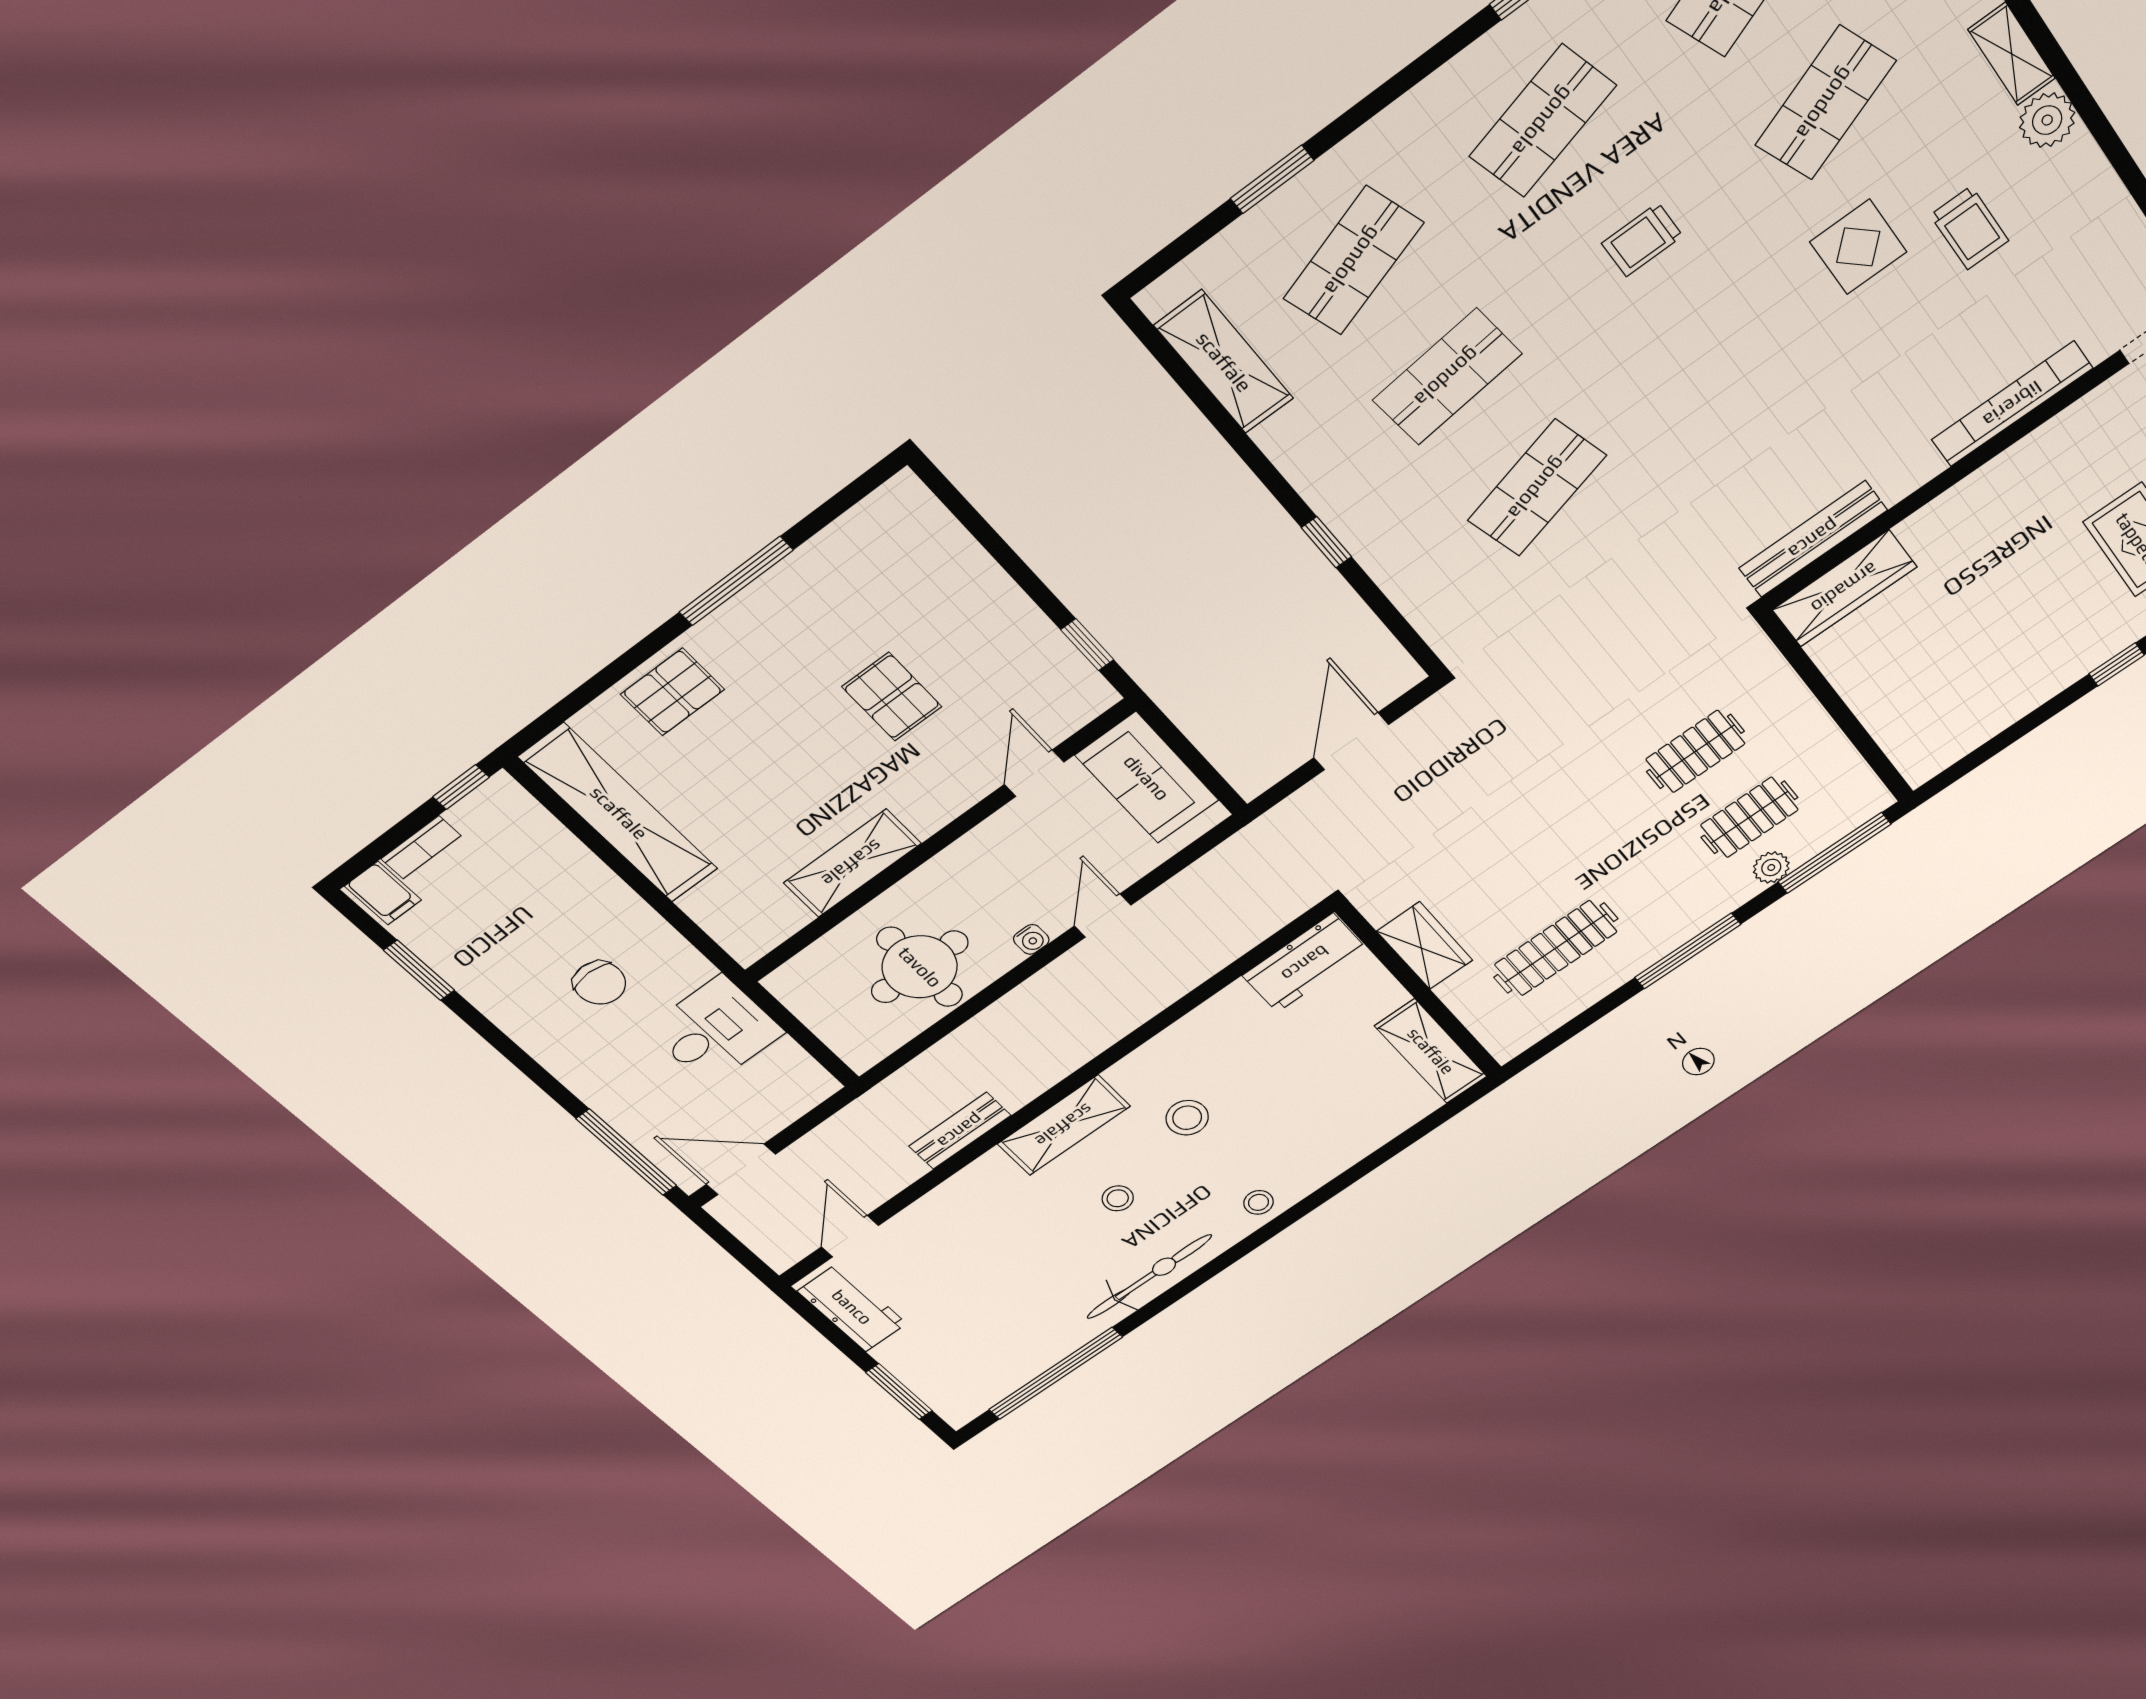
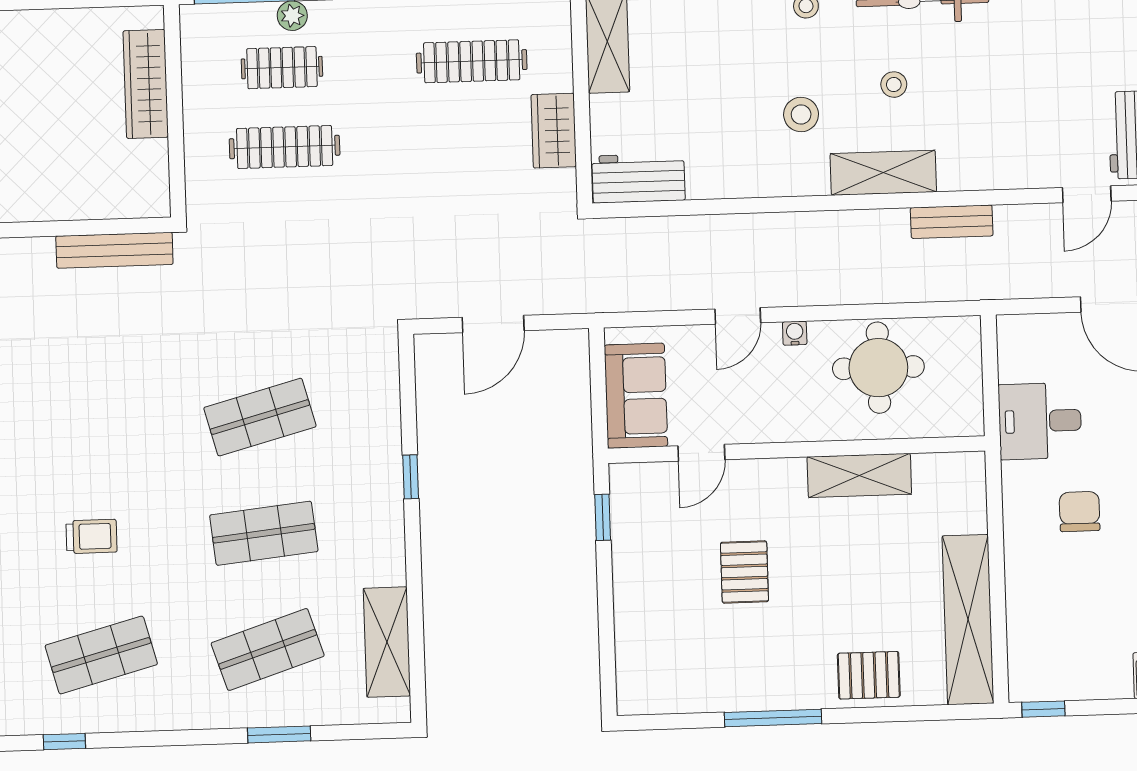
wardrobe: (1844, 588) -> (146, 84), moved, turned -90
clothes rail: (1695, 751) -> (285, 147), width x1.36
bookcase: (421, 847) -> (1102, 688), removed

